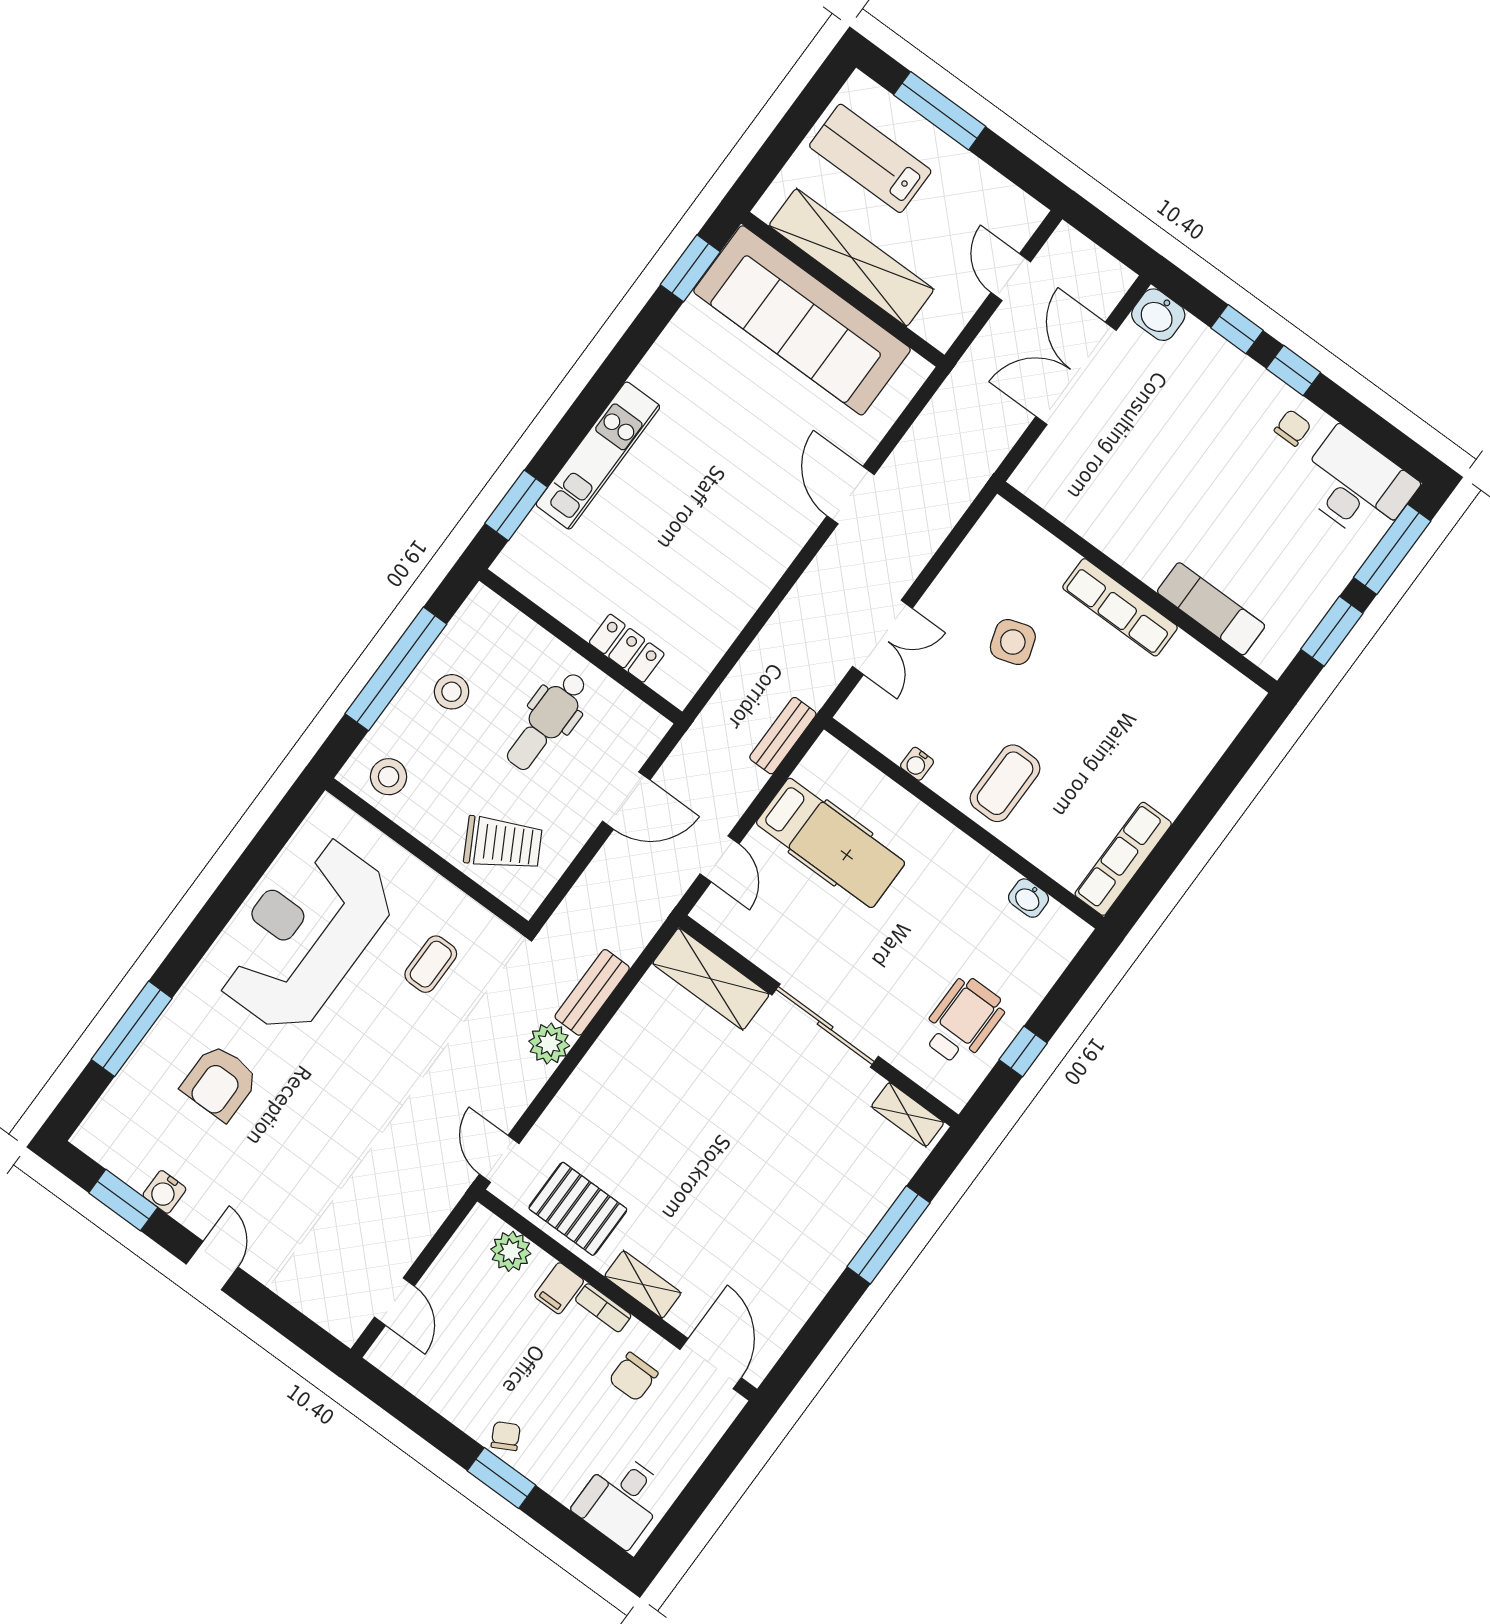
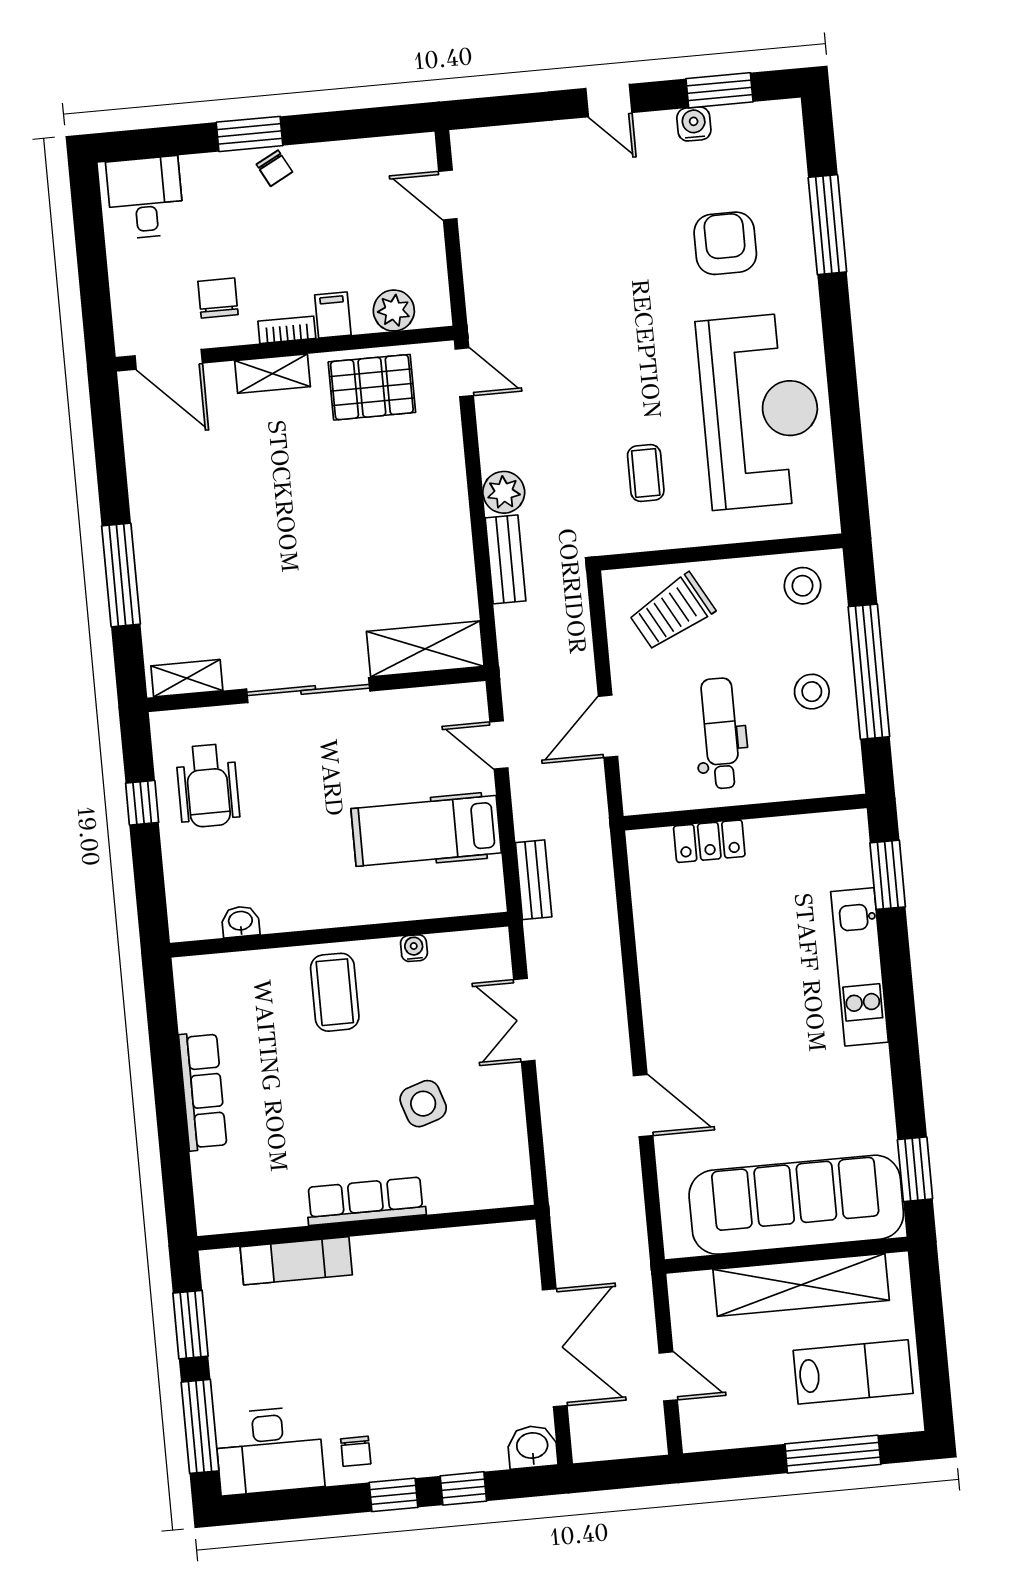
row of seats: (1123, 859) -> (203, 1091), moved

